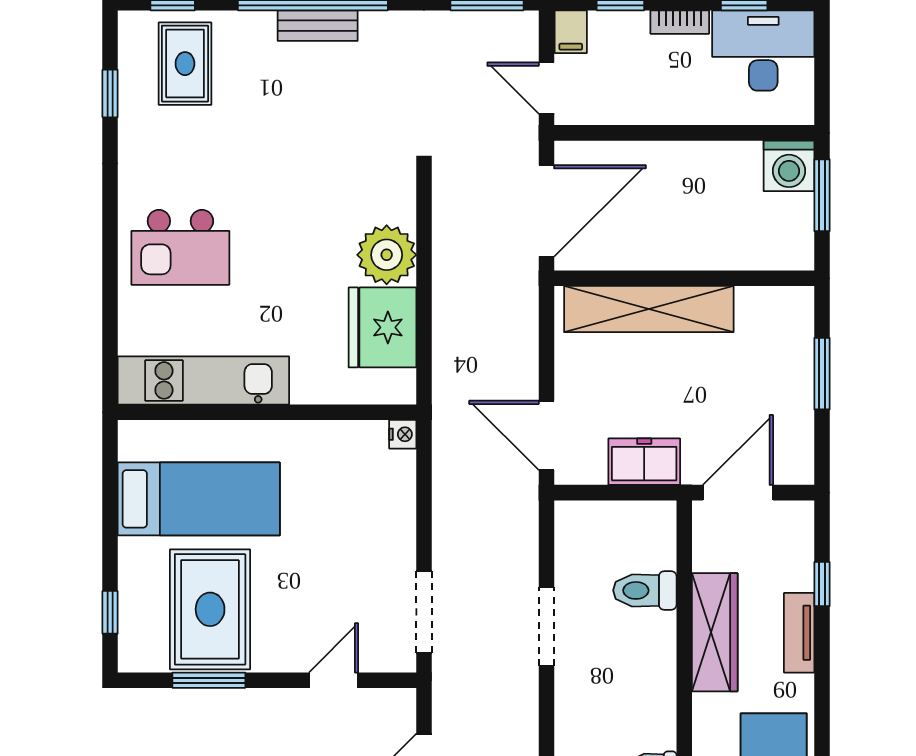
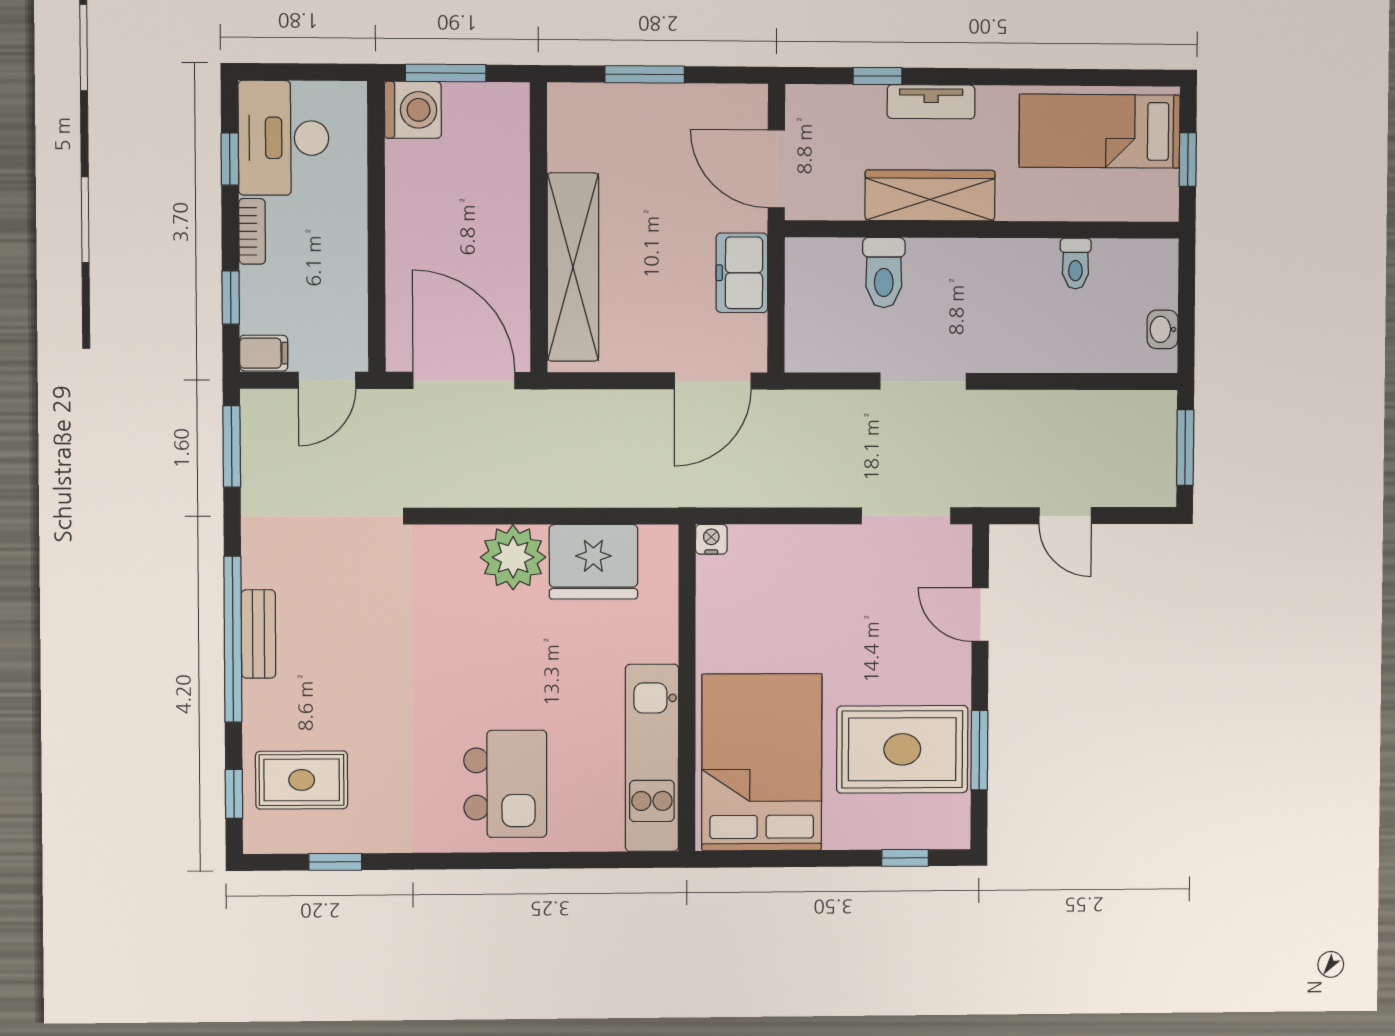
bed: (199, 499) -> (762, 762), width x1.50

